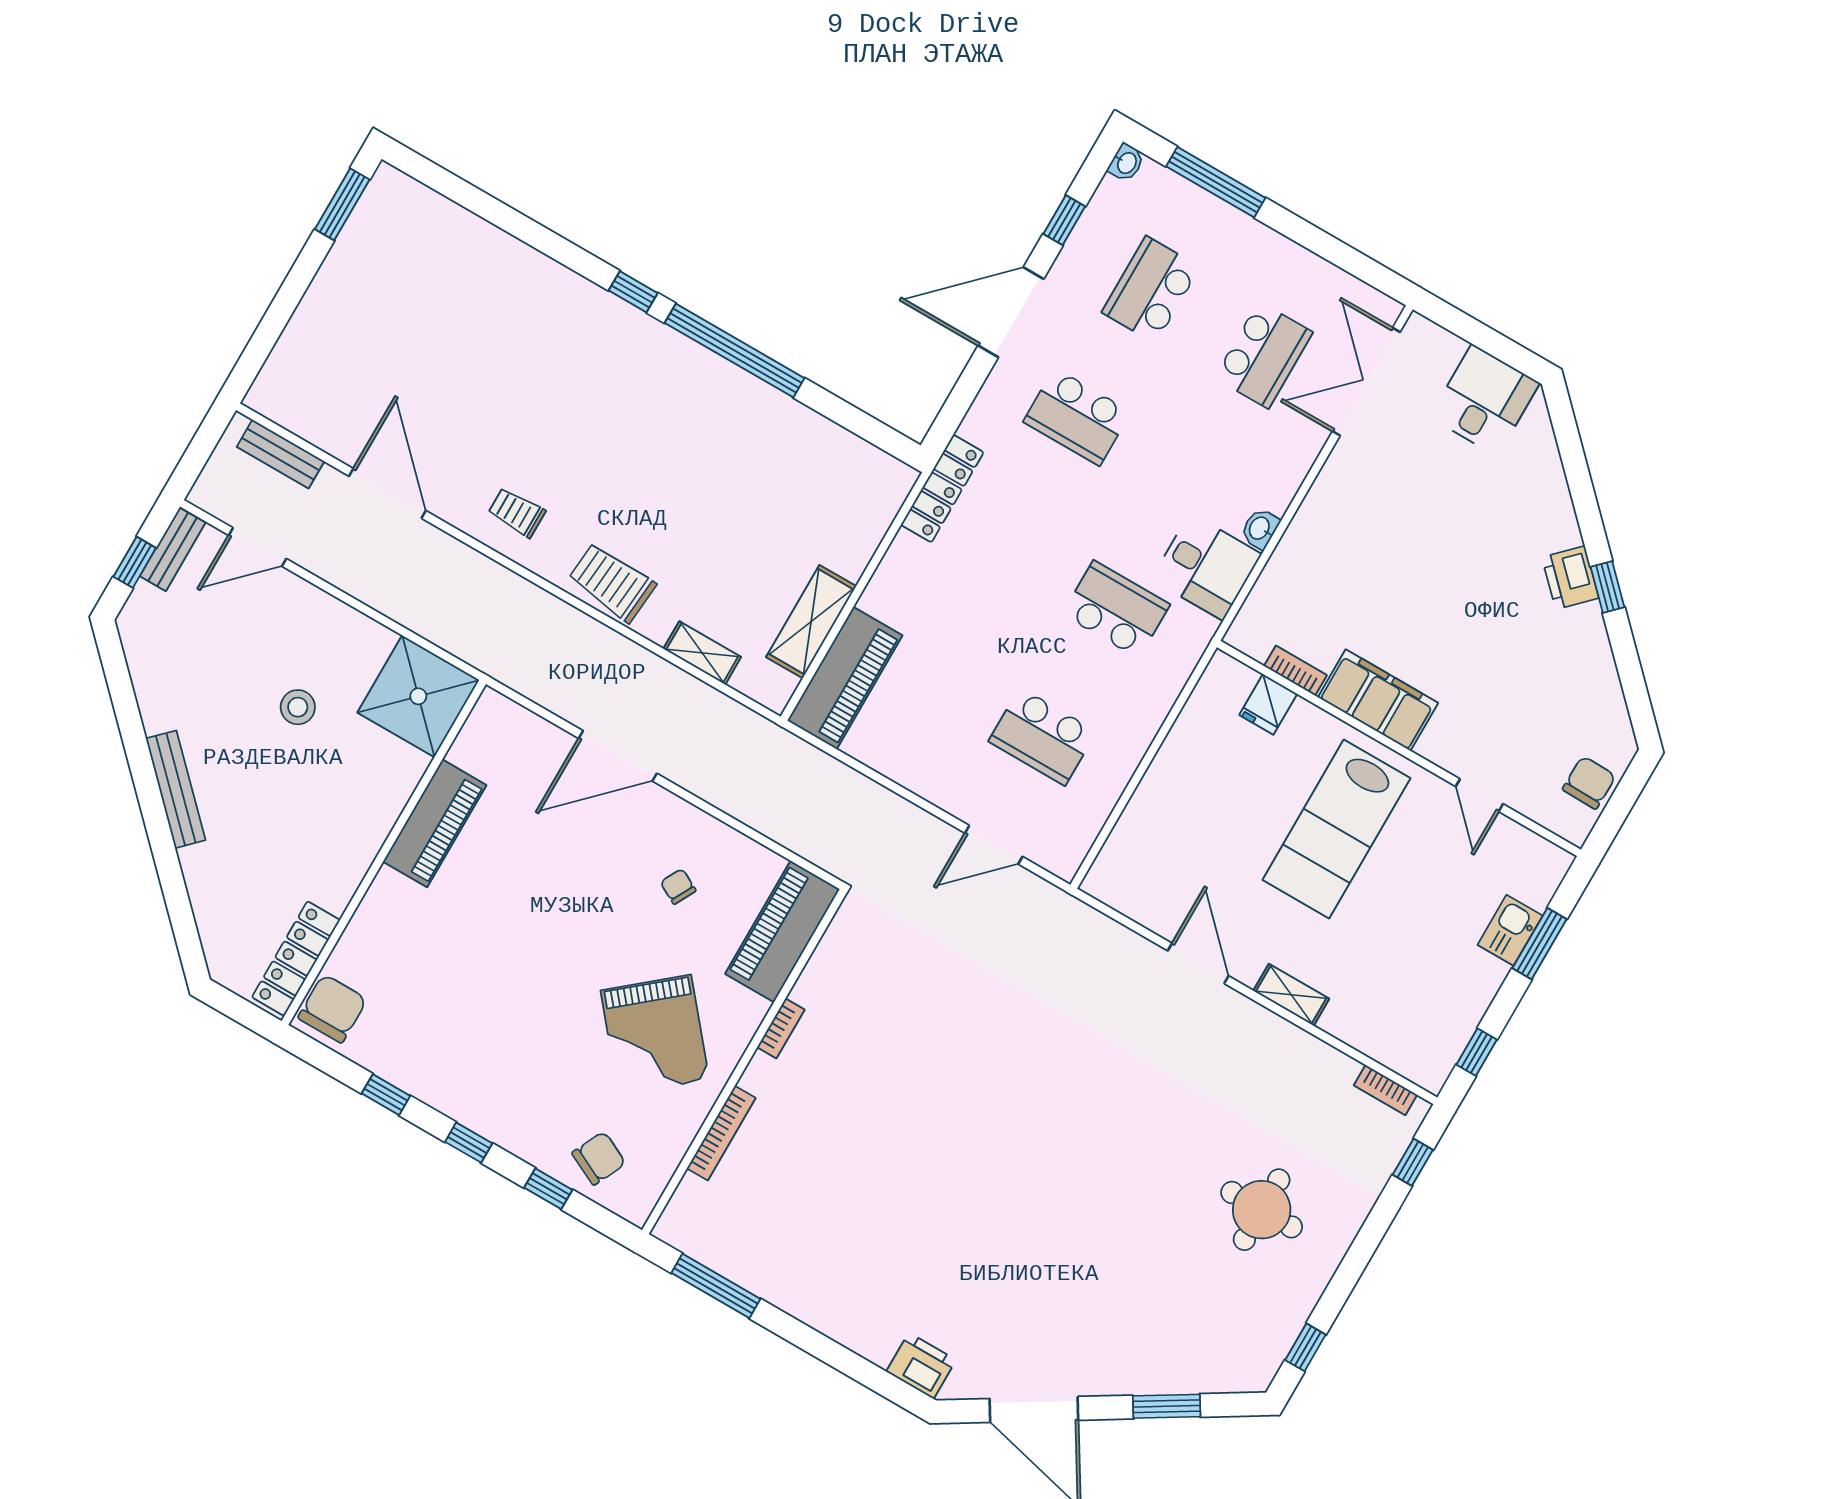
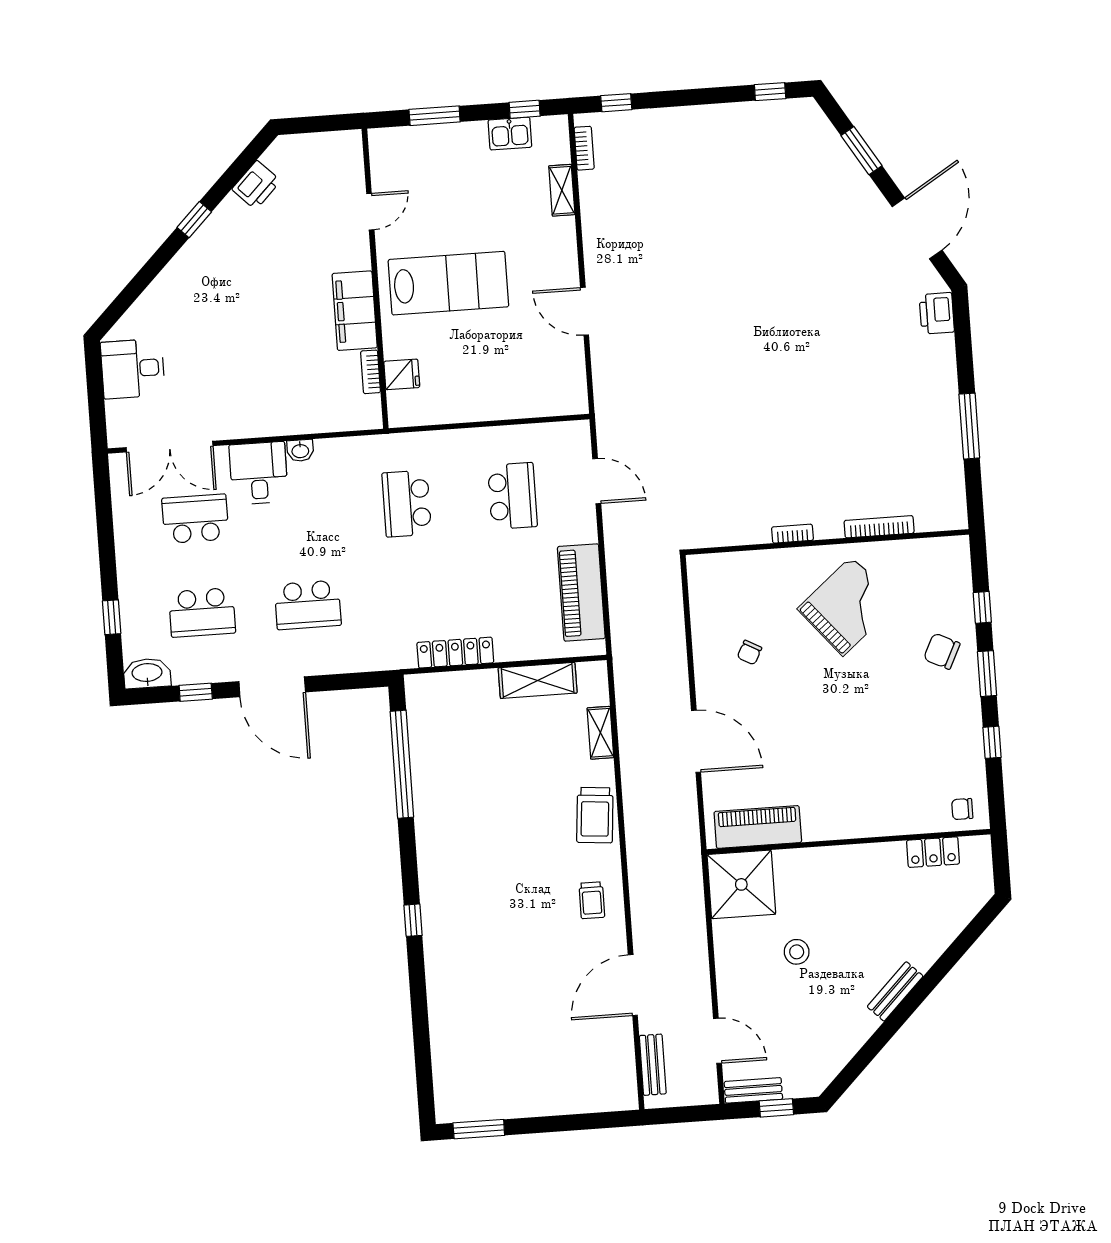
washbasin: (1126, 163) -> (147, 673), width x1.91, depth x1.45
window: (1216, 182) -> (112, 617), width x0.46
window: (735, 350) -> (402, 764), moved
school desk: (1077, 417) -> (308, 605), turned 90
locker: (942, 488) -> (455, 653), moved
desk: (1206, 567) -> (259, 473), moved
printer: (1570, 578) -> (256, 185), moved
piano: (845, 678) -> (581, 593), moved, turned -90
chair: (1589, 783) -> (318, 151), removed
bench: (176, 789) -> (895, 991), width x0.73
piano: (435, 823) -> (758, 827), moved
kitchen sink: (1510, 930) -> (510, 134), moved
piano: (782, 931) -> (734, 572), removed
locker: (296, 959) -> (933, 852), width x0.66
door: (1198, 963) -> (585, 311), hinge flipped
shelving: (1291, 995) -> (562, 190), moved
chair: (332, 1009) -> (962, 809), width x0.54, depth x0.54
window: (469, 1143) -> (987, 674), width x1.50
chair: (599, 1158) -> (942, 651), moved
round table: (1262, 1210) -> (706, 174), removed
window: (716, 1286) -> (969, 426), moved

